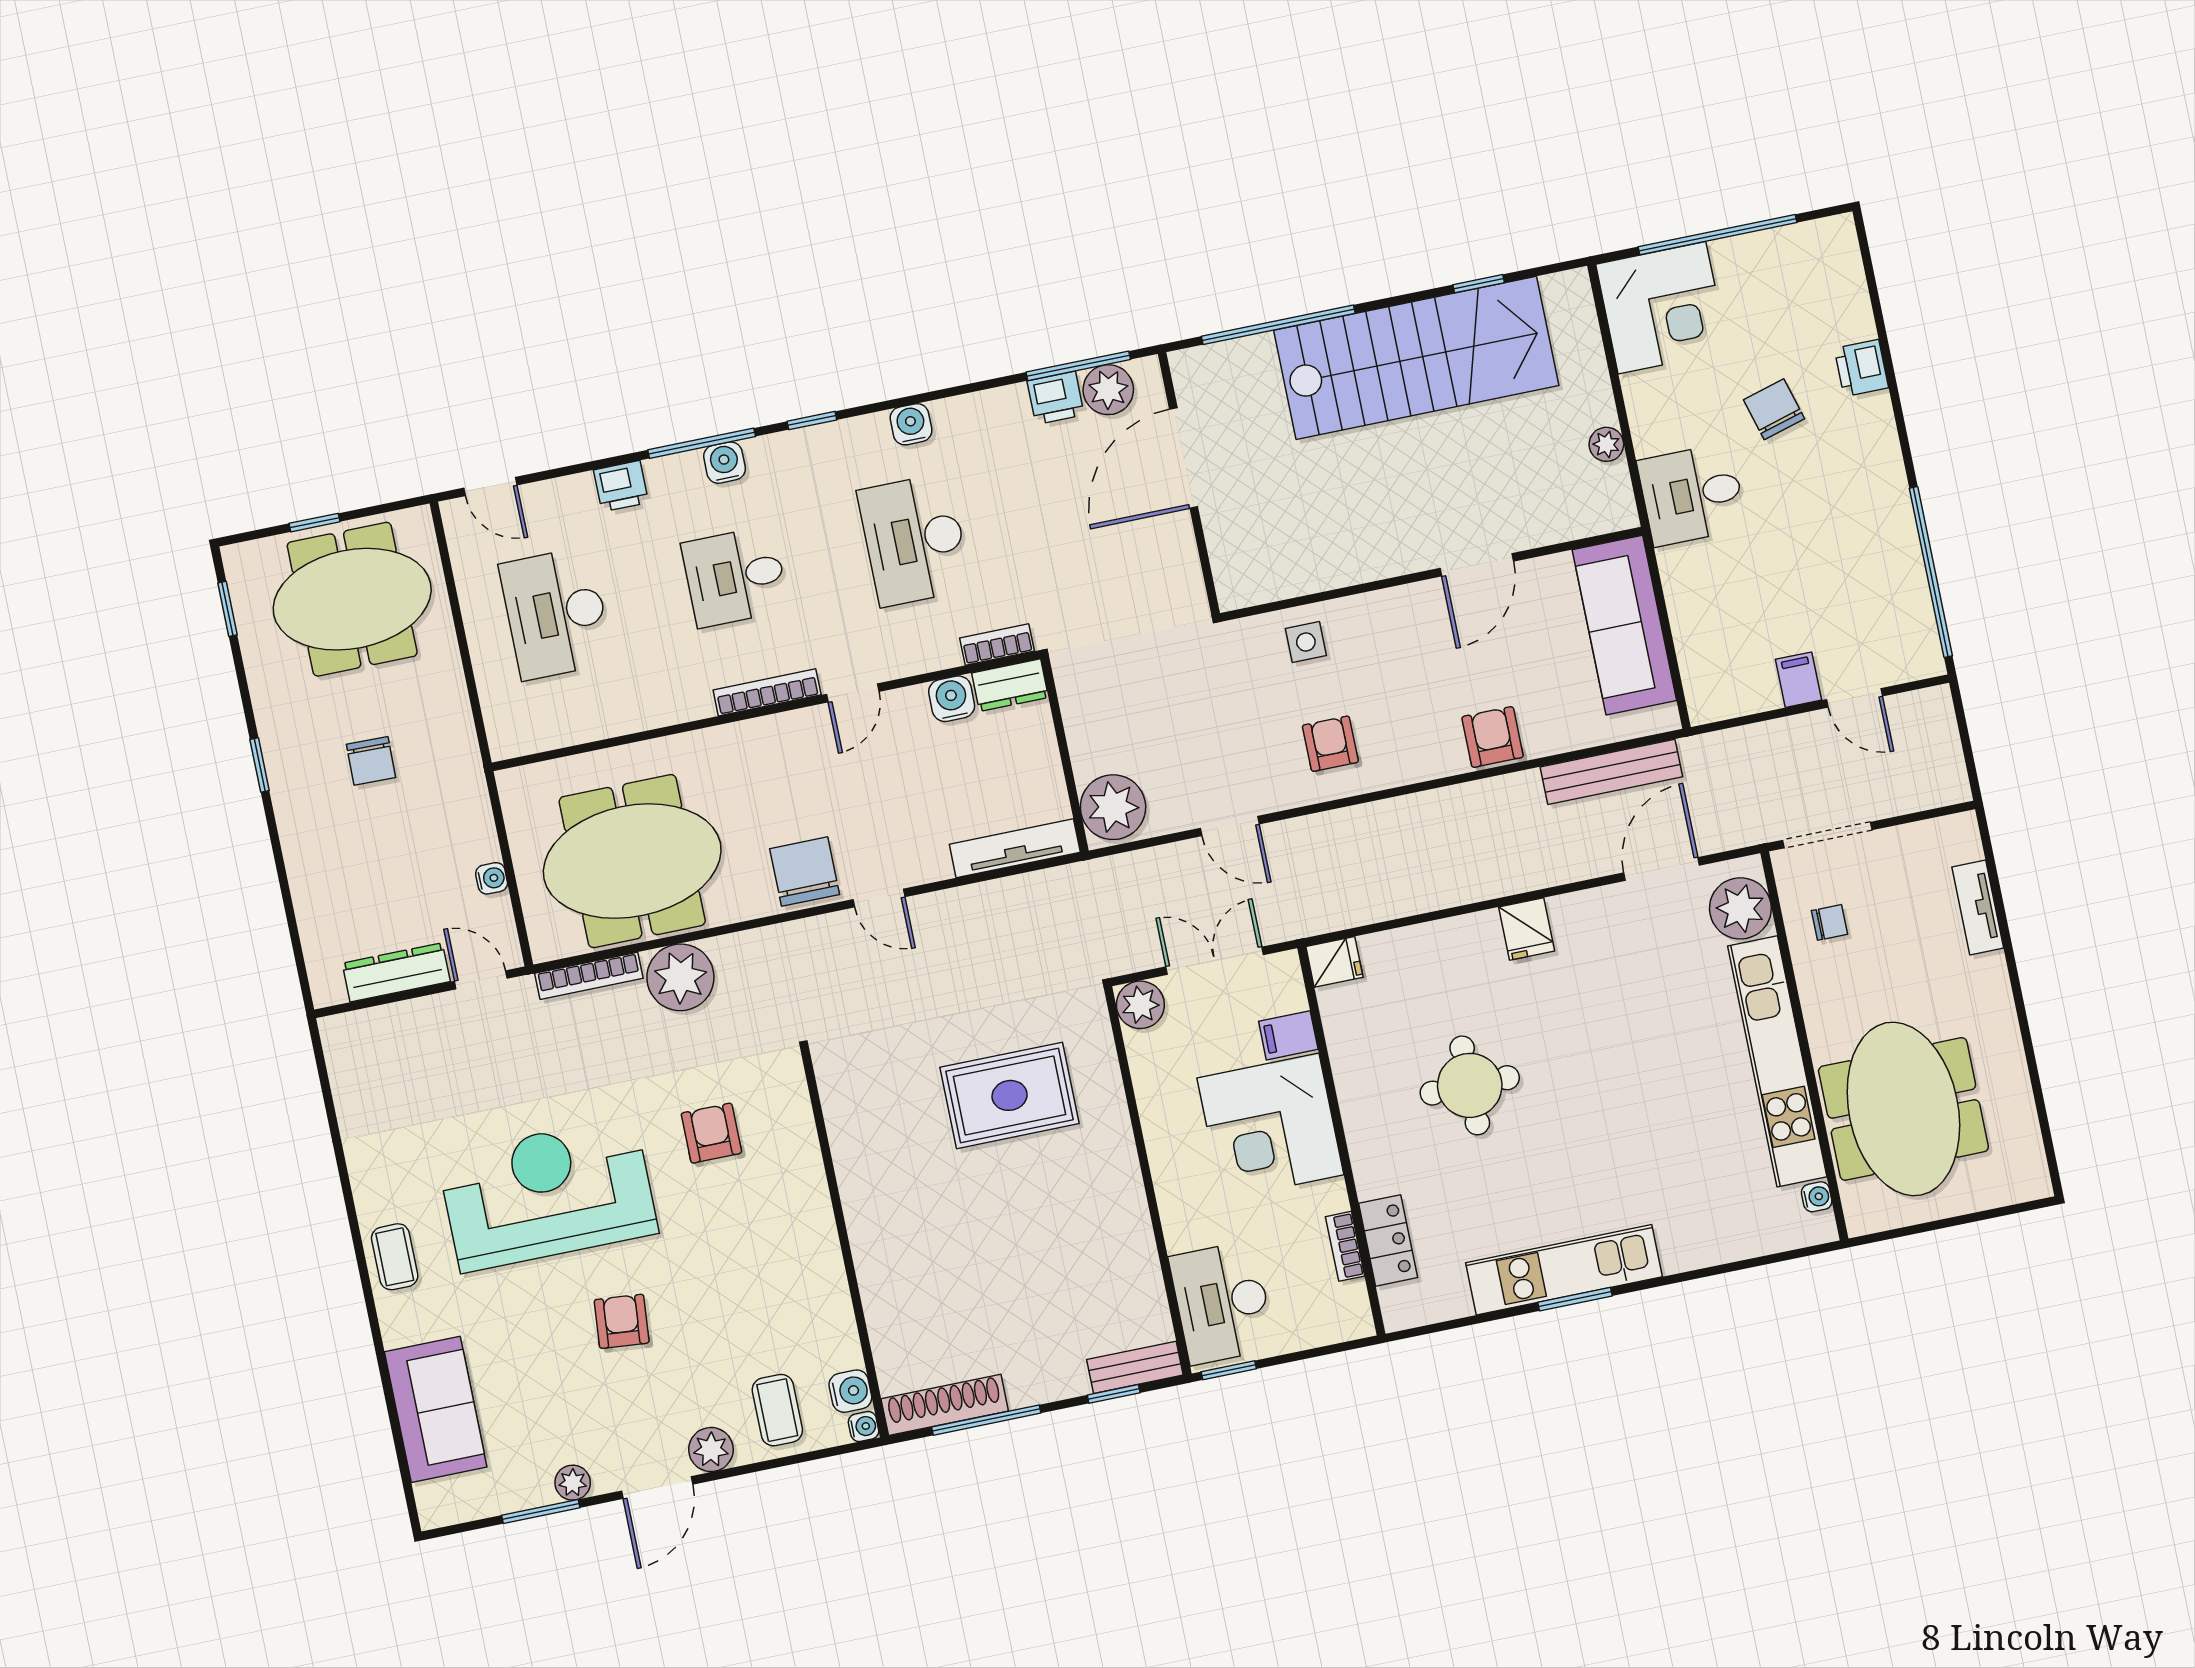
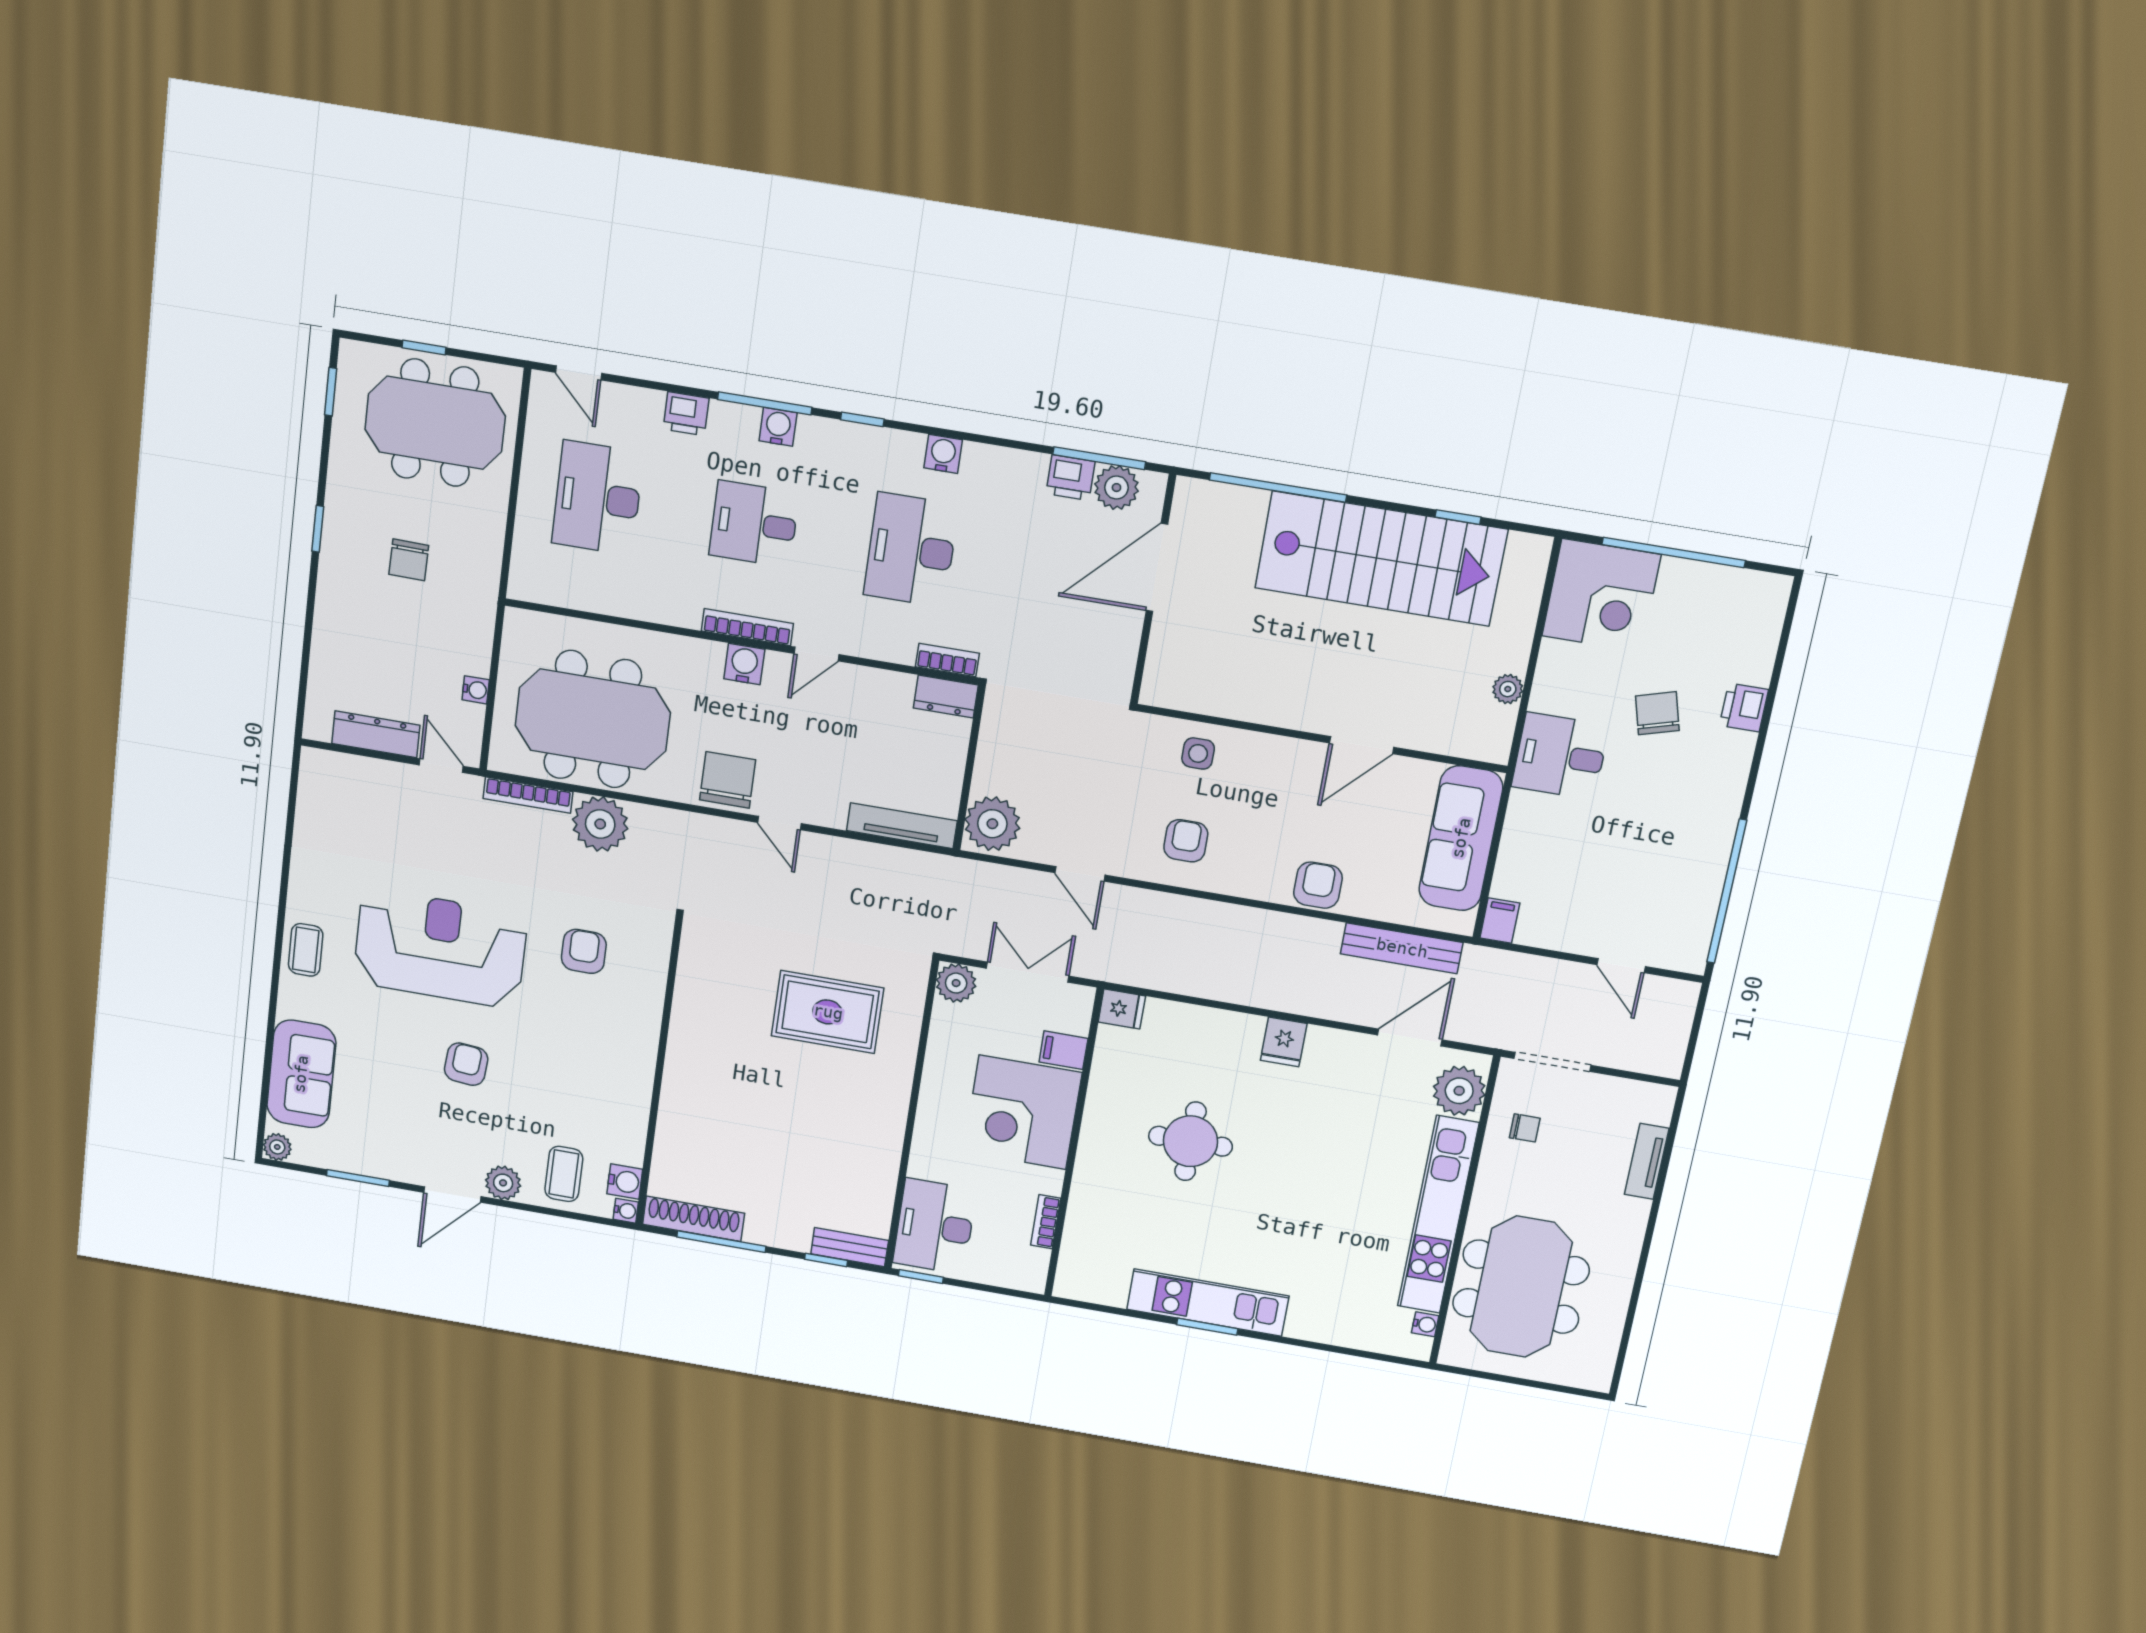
filing cabinet: (1799, 680) -> (1500, 921), moved
water cooler: (952, 699) -> (744, 664), moved
locker: (1388, 1240) -> (1081, 1230), removed
plant: (573, 1483) -> (277, 1147), moved

